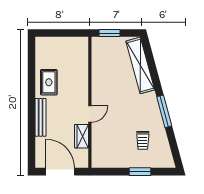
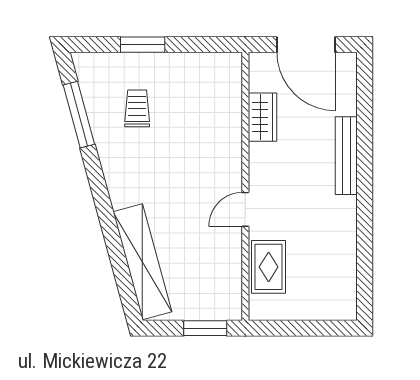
rug: (49, 82) -> (269, 267), moved
window: (164, 111) -> (79, 115), moved
door: (90, 114) -> (245, 209), moved

